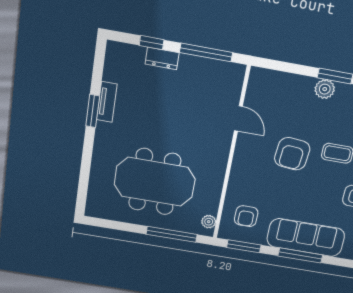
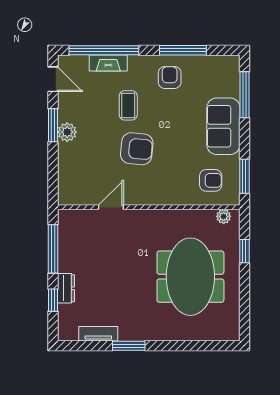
tv unit: (107, 102) -> (98, 334), moved
window: (172, 234) -> (244, 251), width x0.46
sofa: (306, 238) -> (223, 126), width x0.73
window: (300, 256) -> (244, 95), moved

